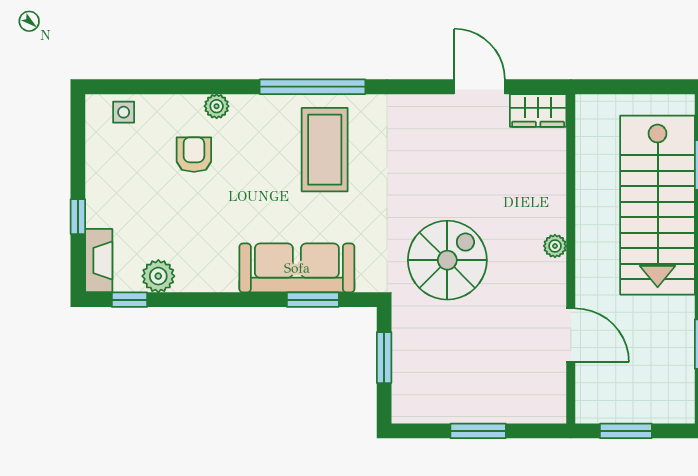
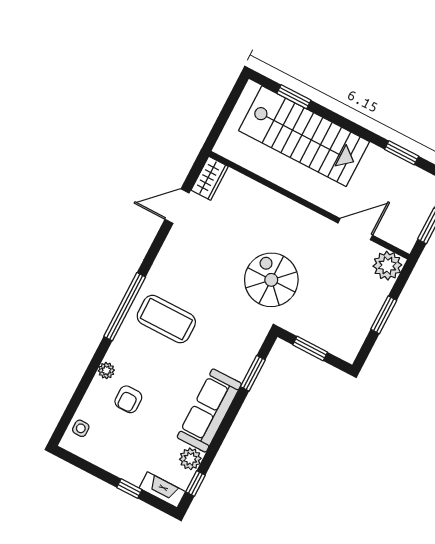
armchair: (194, 155) -> (128, 399), turned -90
plant: (555, 246) -> (387, 266), moved, width x1.87, depth x1.87
sofa: (297, 268) -> (209, 410), moved

